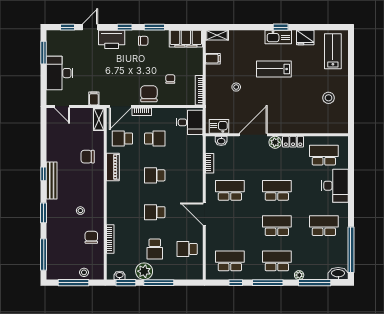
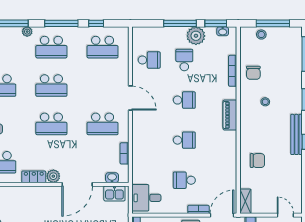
school desk: (122, 139) -> (219, 180), removed
piano: (113, 167) -> (230, 115), moved

